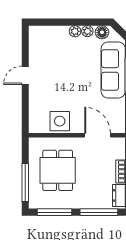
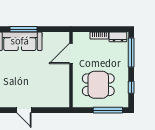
side table: (60, 121) -> (60, 83), removed
window: (54, 212) -> (131, 87), width x0.46

